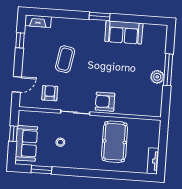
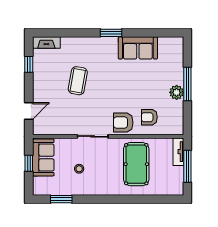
armchair: (50, 93) -> (149, 117), moved, turned -90
sofa: (26, 143) -> (43, 158), moved
window: (163, 147) -> (187, 166), added
tv unit: (153, 161) -> (178, 152), moved

